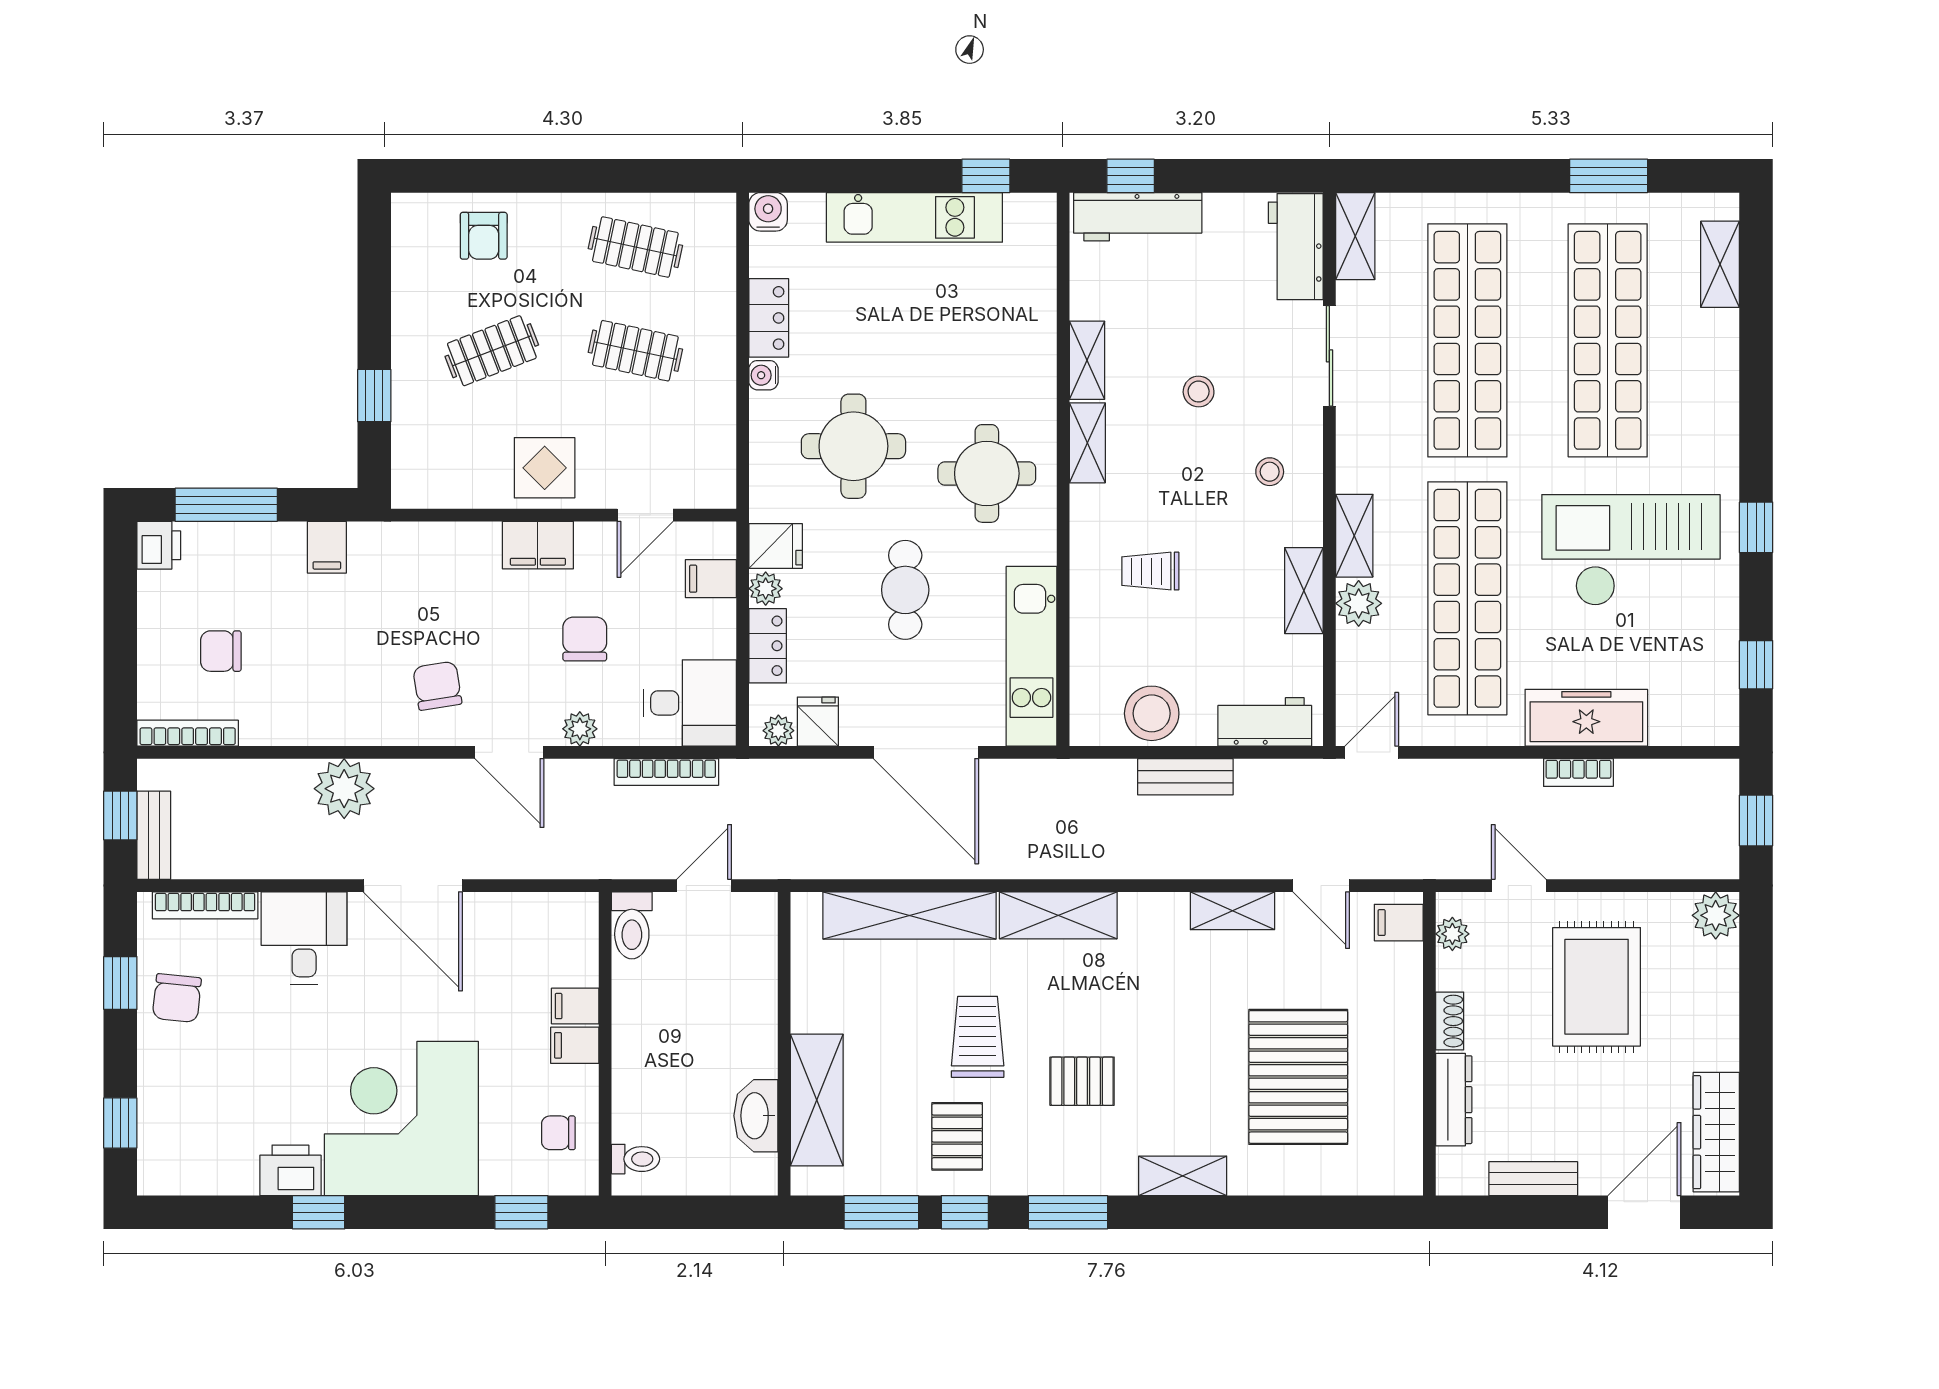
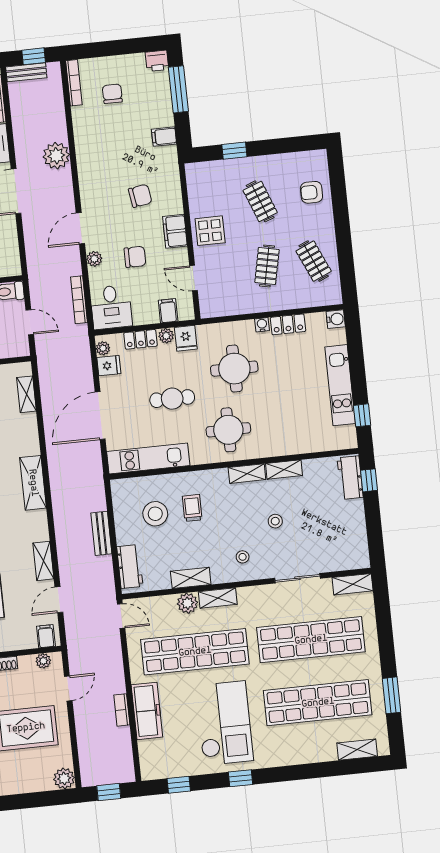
workbench: (1138, 217) -> (350, 478), width x0.73
clothes rail: (635, 247) -> (314, 261), turned -36
workbench: (1296, 247) -> (345, 558), removed
chair: (437, 686) -> (140, 196), moved
stool: (1152, 713) -> (155, 514), moved
shelving: (909, 915) -> (26, 394), width x0.45, depth x0.75

